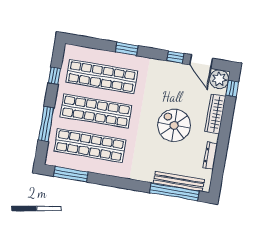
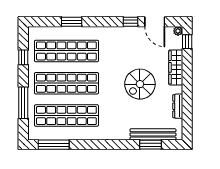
window: (127, 49) -> (72, 22), moved
plant: (219, 79) -> (178, 31), width x0.53, depth x0.53
spiral stairs: (174, 125) -> (140, 84), turned -90
window: (174, 192) -> (151, 145), width x0.47

